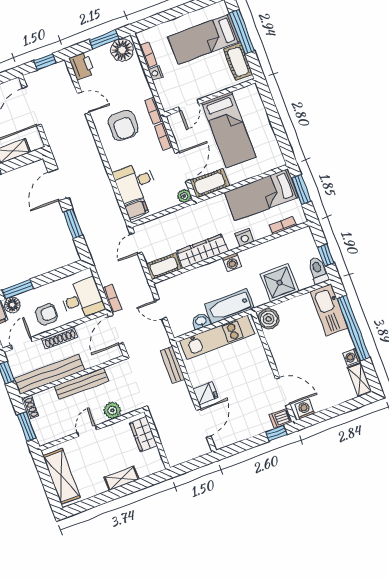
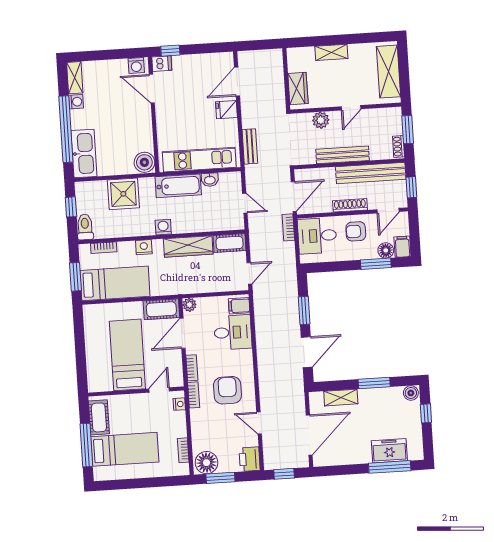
nightstand: (156, 73) -> (179, 404), moved
toilet: (318, 271) -> (85, 227), moved, turned 180

